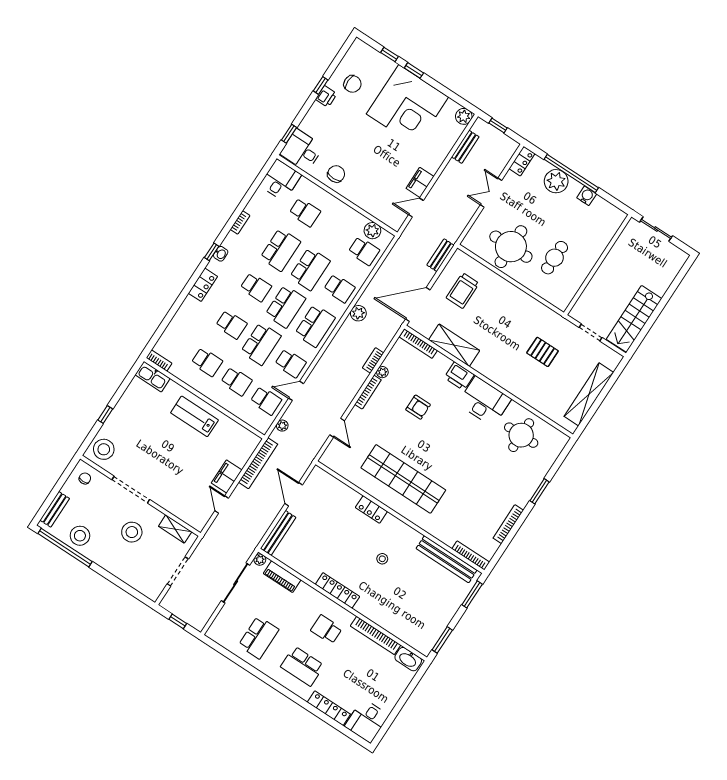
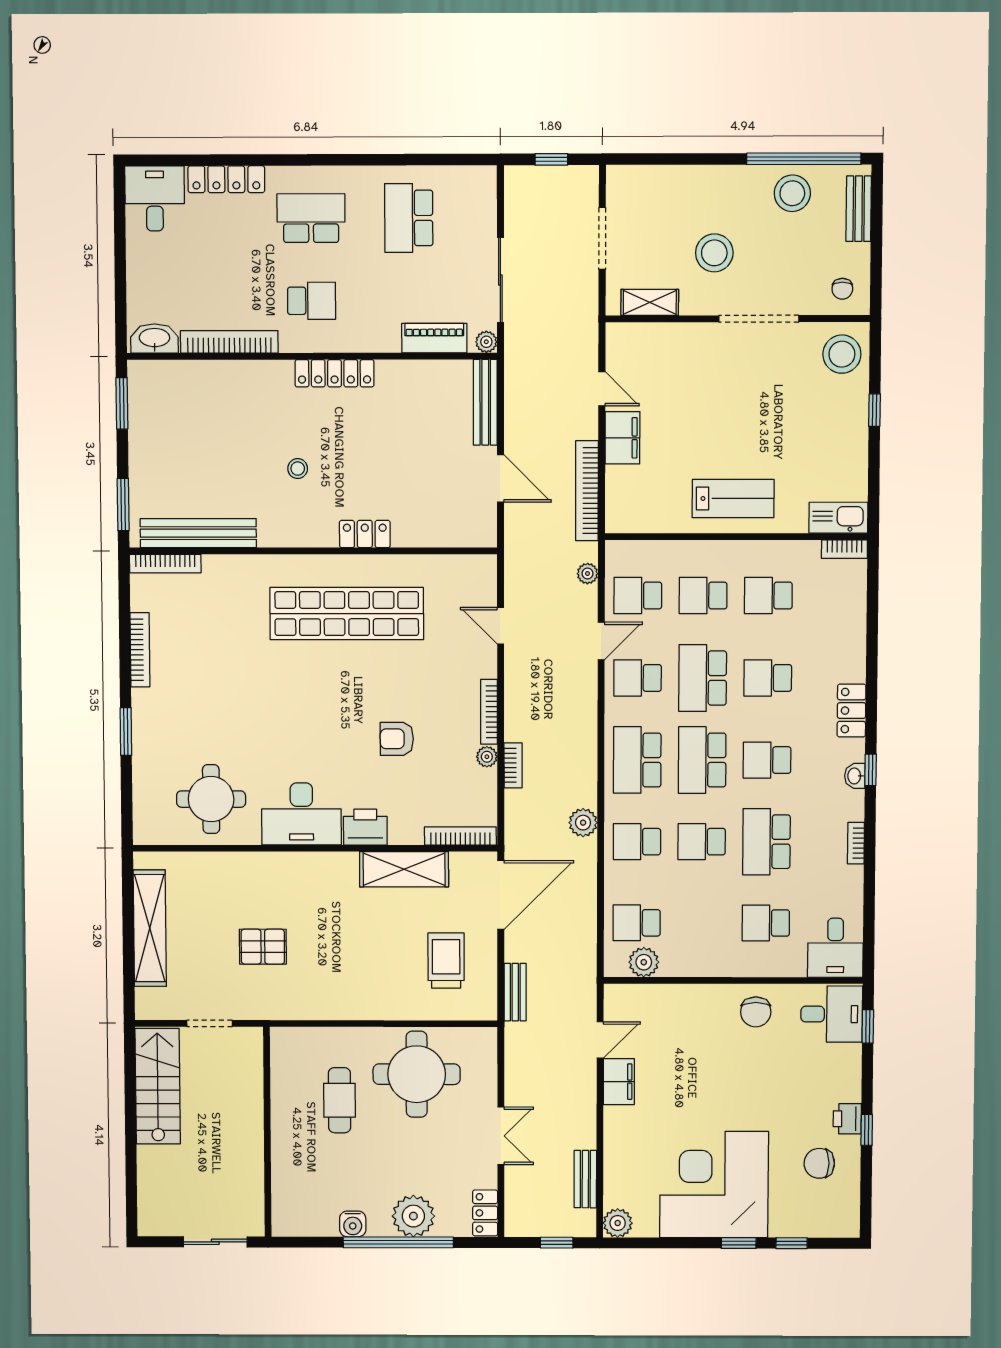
school desk: (310, 269) -> (702, 842), width x0.54

